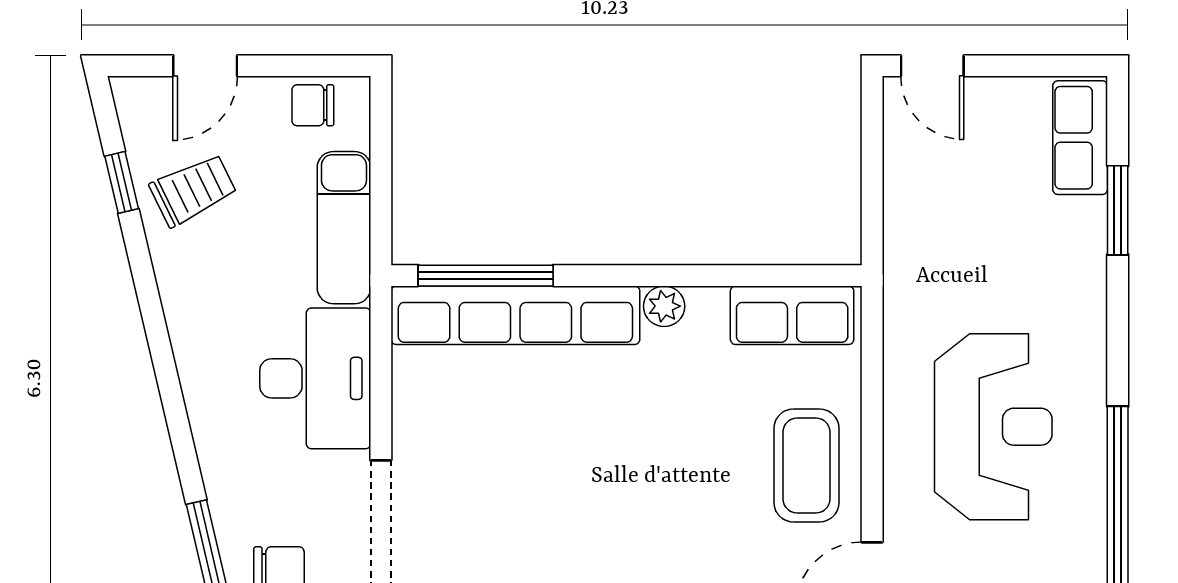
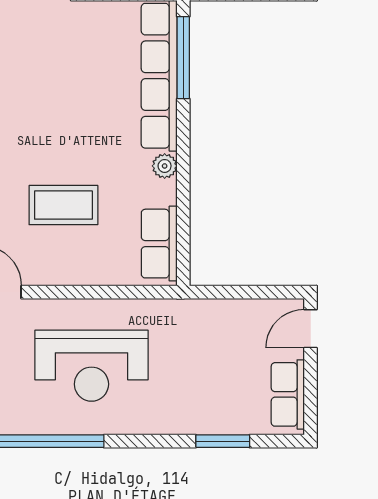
row of seats: (1080, 138) -> (288, 394), moved, turned -90
coffee table: (806, 465) -> (63, 205), moved

